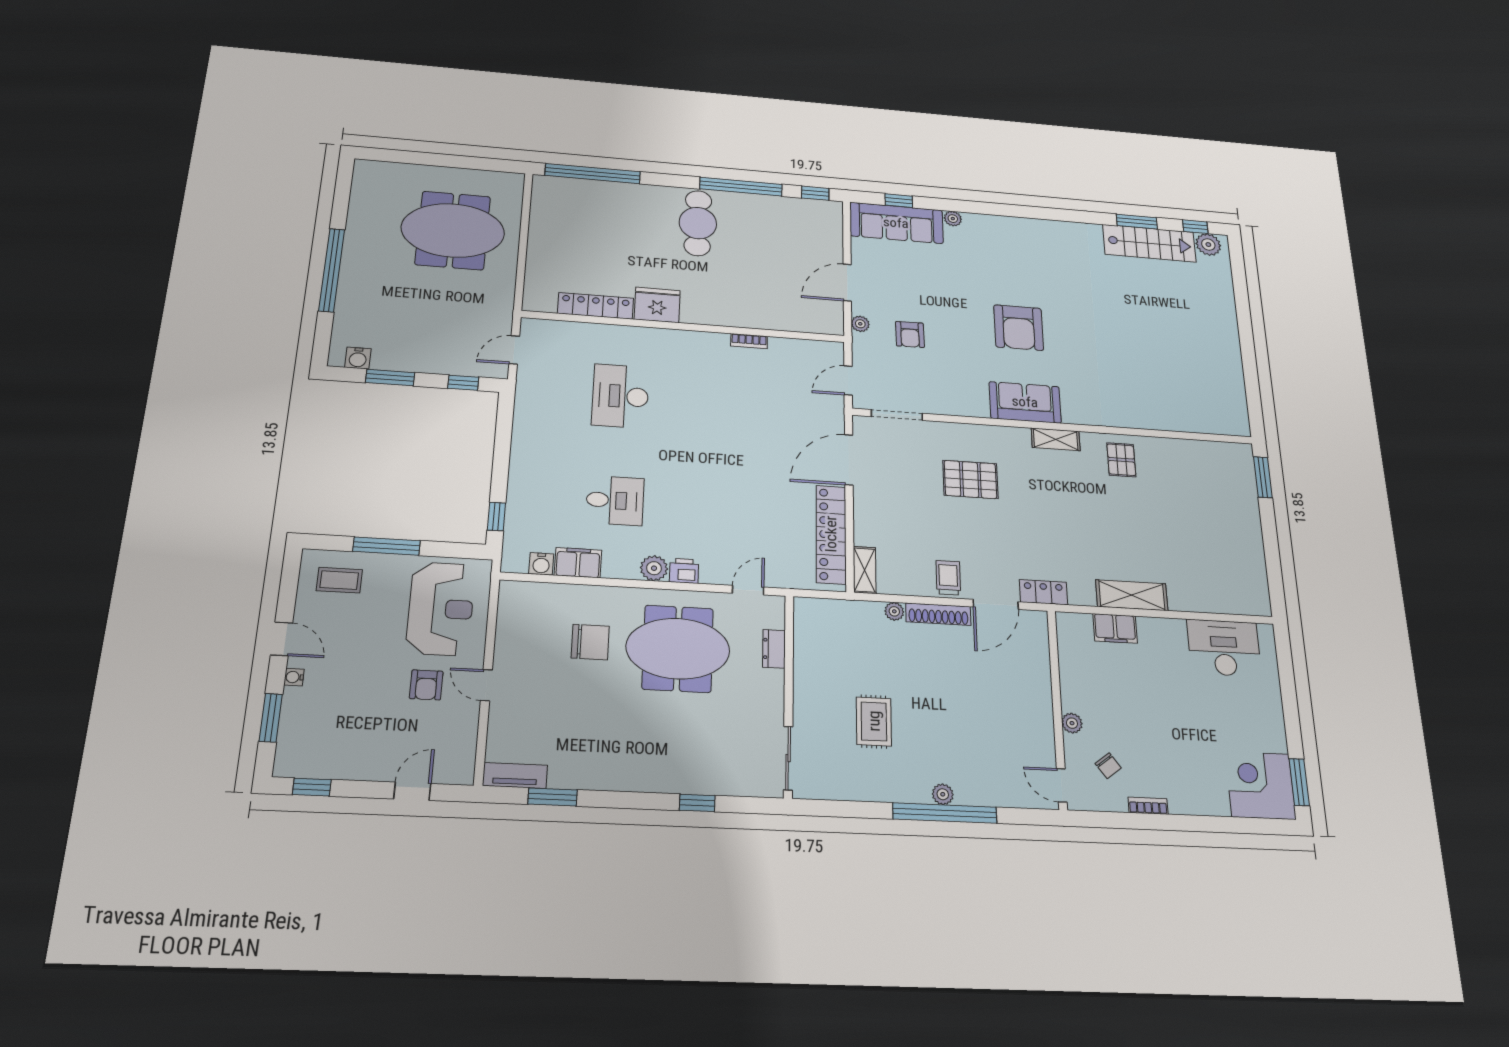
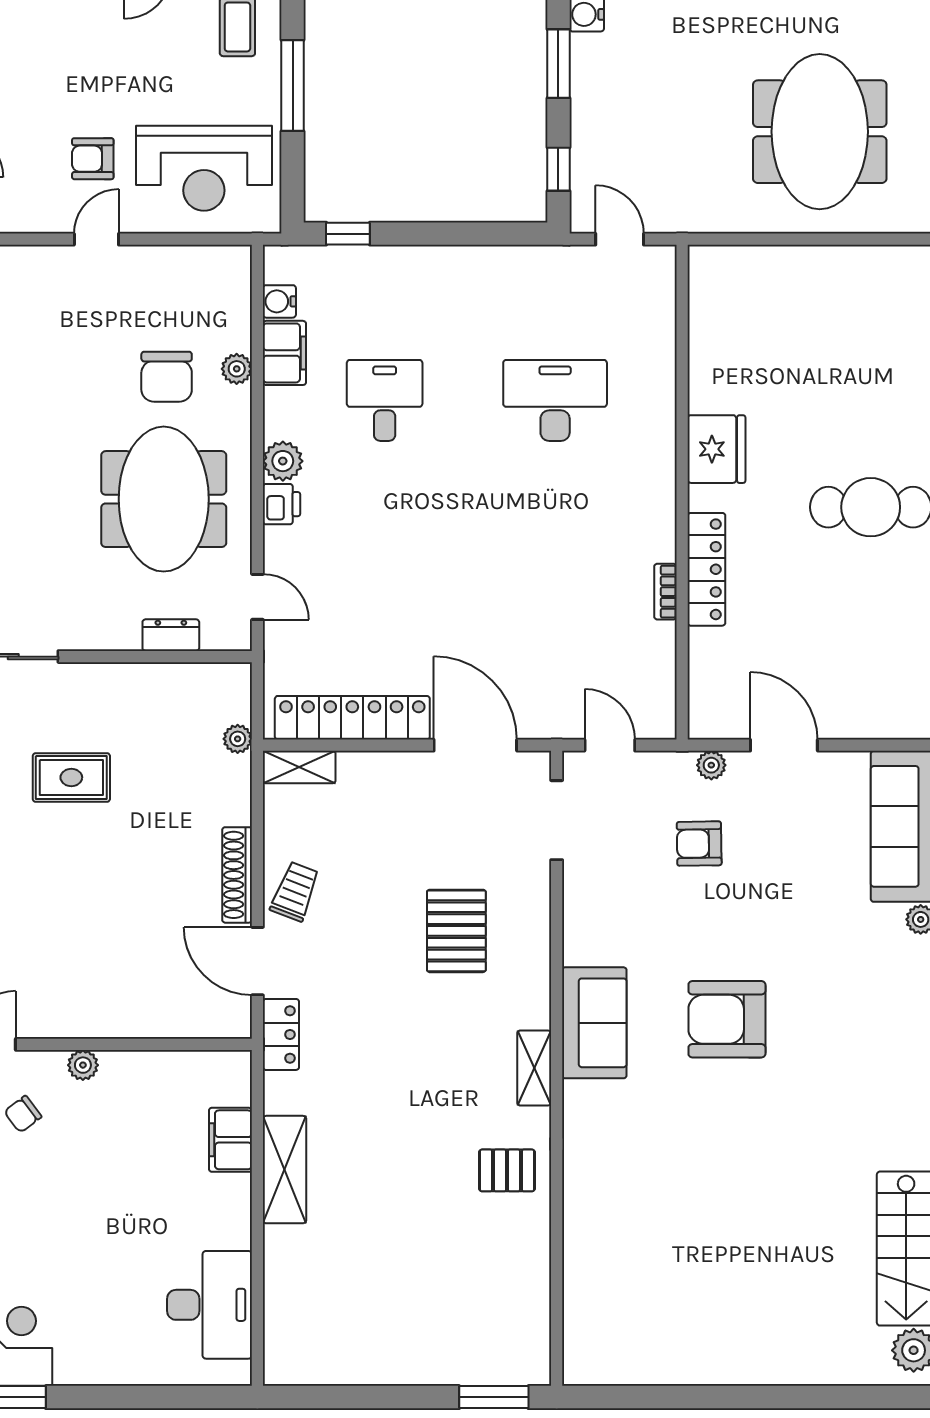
locker: (596, 306) -> (706, 569), moved
desk: (615, 500) -> (385, 400), turned 180
trolley: (948, 578) -> (295, 891), turned -69
plant: (587, 595) -> (237, 369), added
plant: (894, 611) -> (238, 739), moved

